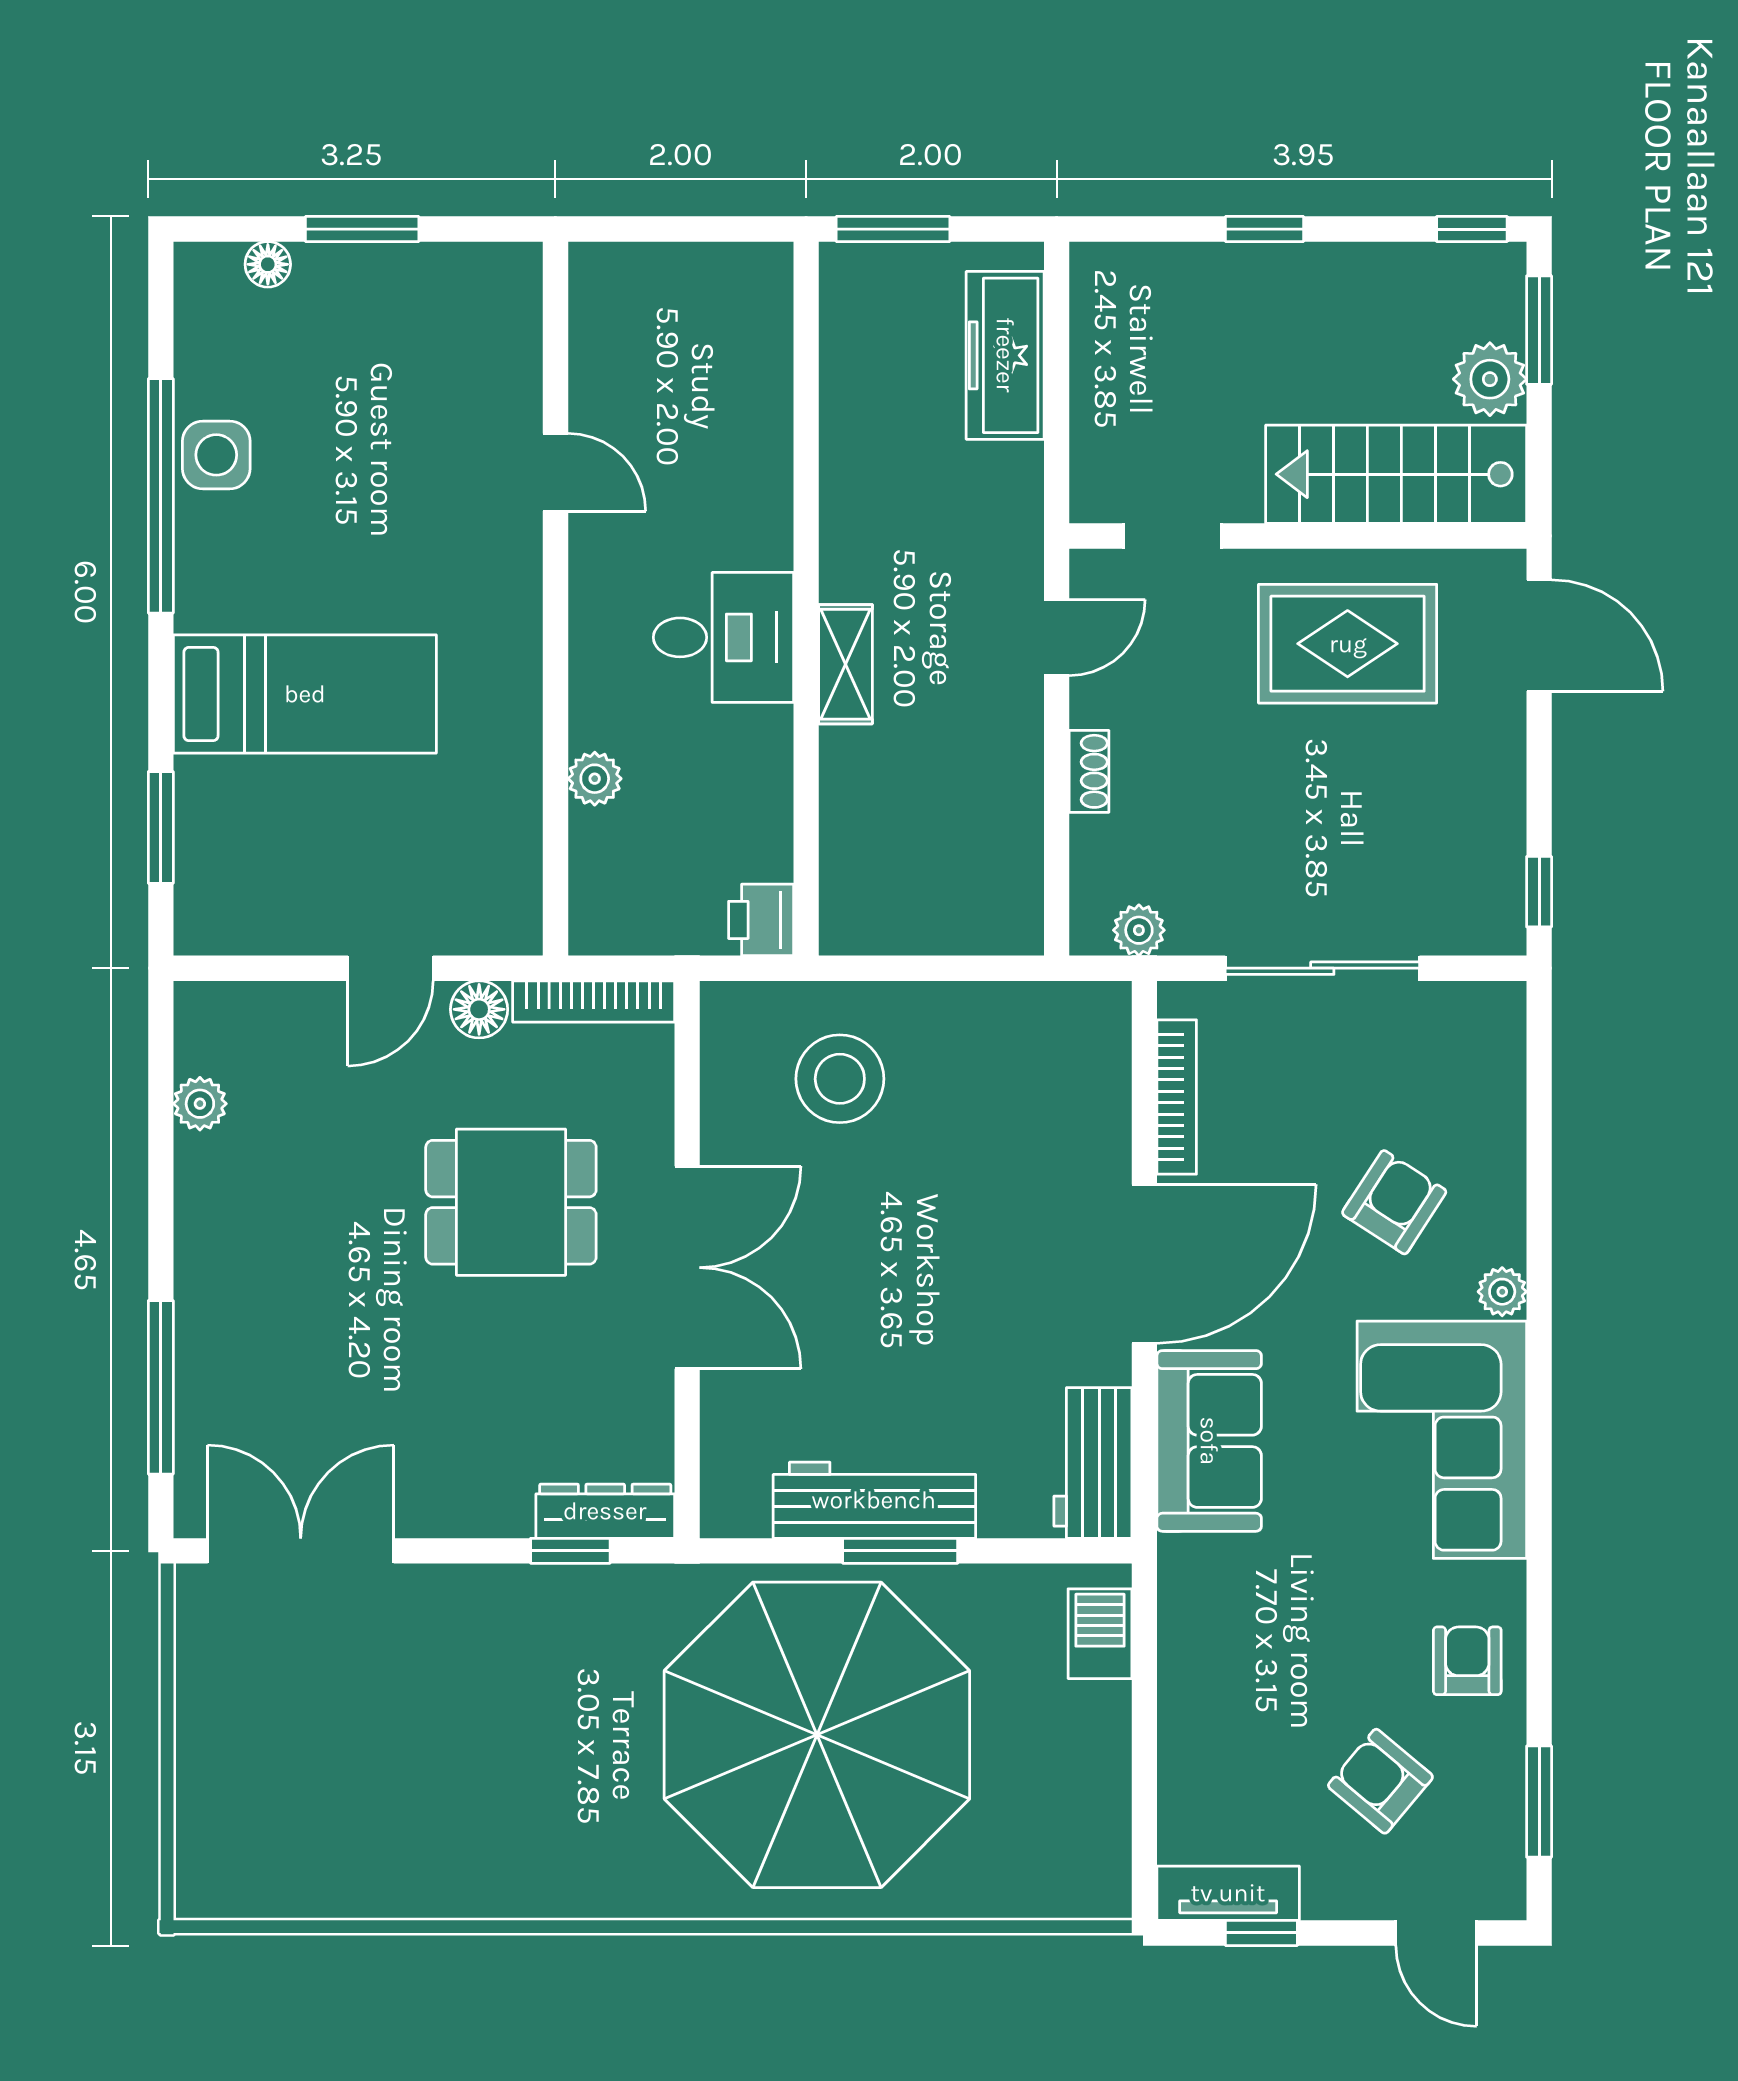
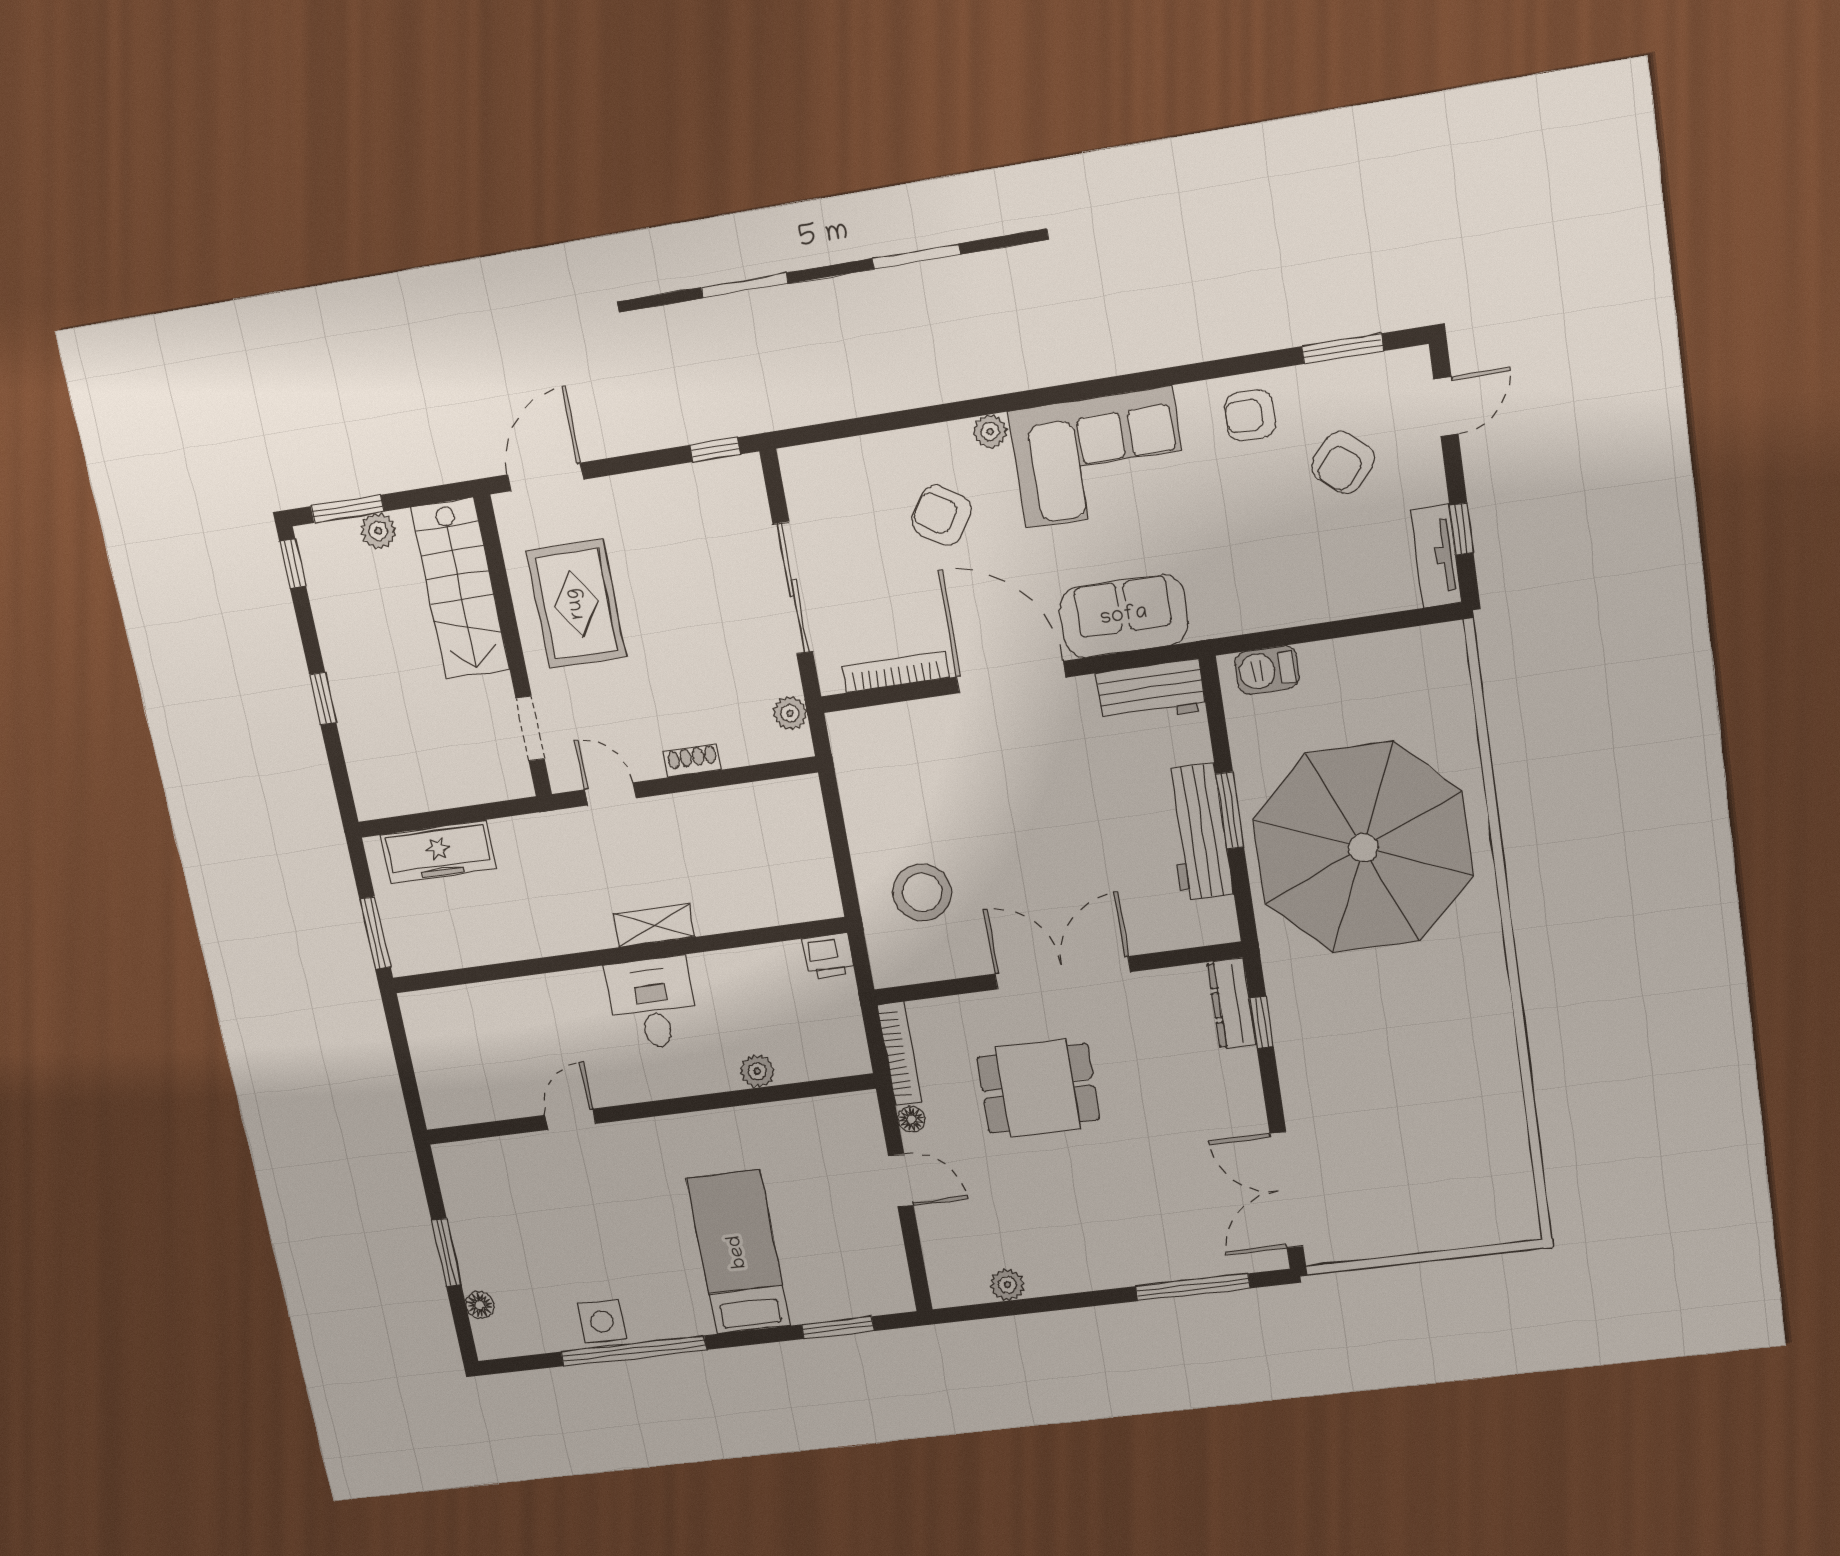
plant: (1490, 379) -> (378, 531), width x0.73, depth x0.73
floor lamp: (479, 1009) -> (911, 1119), width x0.73, depth x0.73
dining table: (511, 1202) -> (1038, 1088), turned 90

